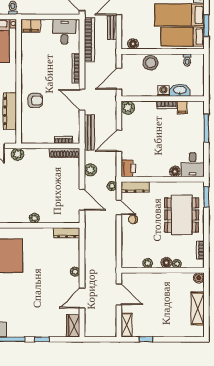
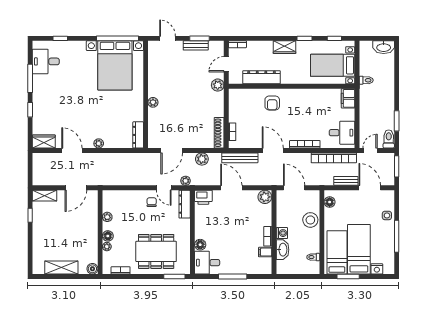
door: (82, 100) -> (273, 150), hinge flipped
window: (206, 128) -> (233, 276), moved
door: (119, 207) -> (164, 188), hinge flipped

